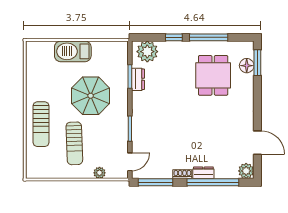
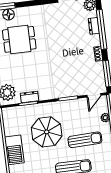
door: (130, 162) -> (94, 95), swing flipped
dresser: (203, 173) -> (94, 26), moved

